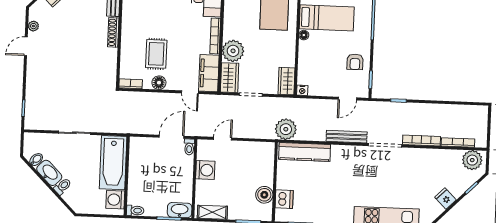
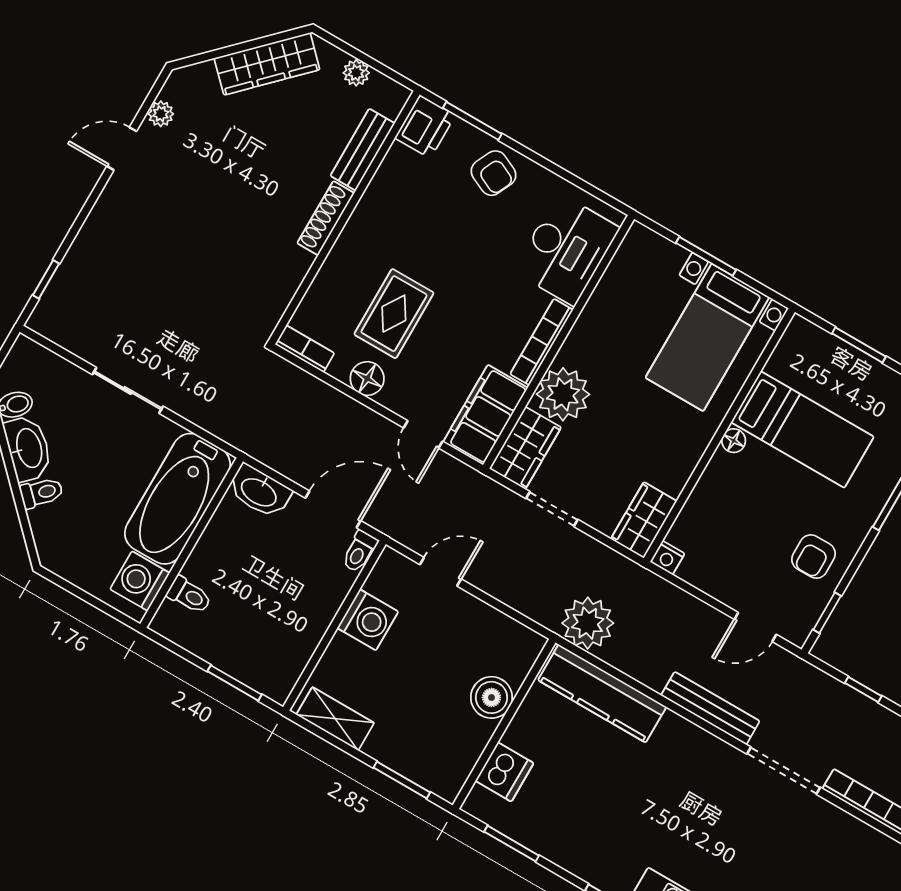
boiler: (264, 195) -> (491, 697), moved
washbasin: (180, 210) -> (259, 491), moved, turned 180
toilet: (135, 211) -> (189, 595), moved

